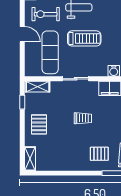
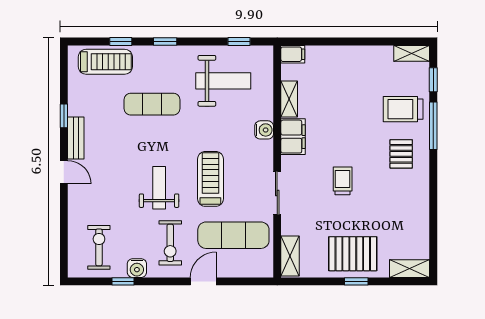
window: (22, 102) -> (356, 281), moved
pallet: (39, 124) -> (353, 254), width x1.50, depth x1.42

